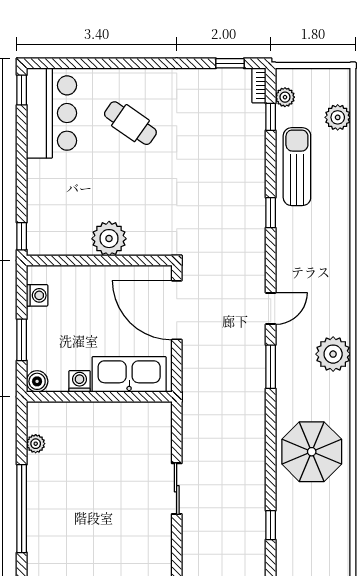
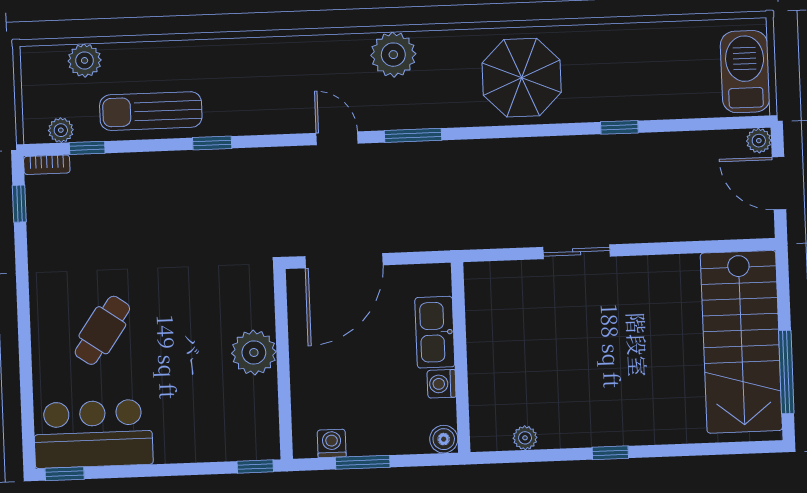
window: (22, 340) -> (363, 462), moved
kitchen sink: (129, 374) -> (435, 332), width x0.73, depth x0.81
window: (22, 509) -> (610, 453), width x0.32

